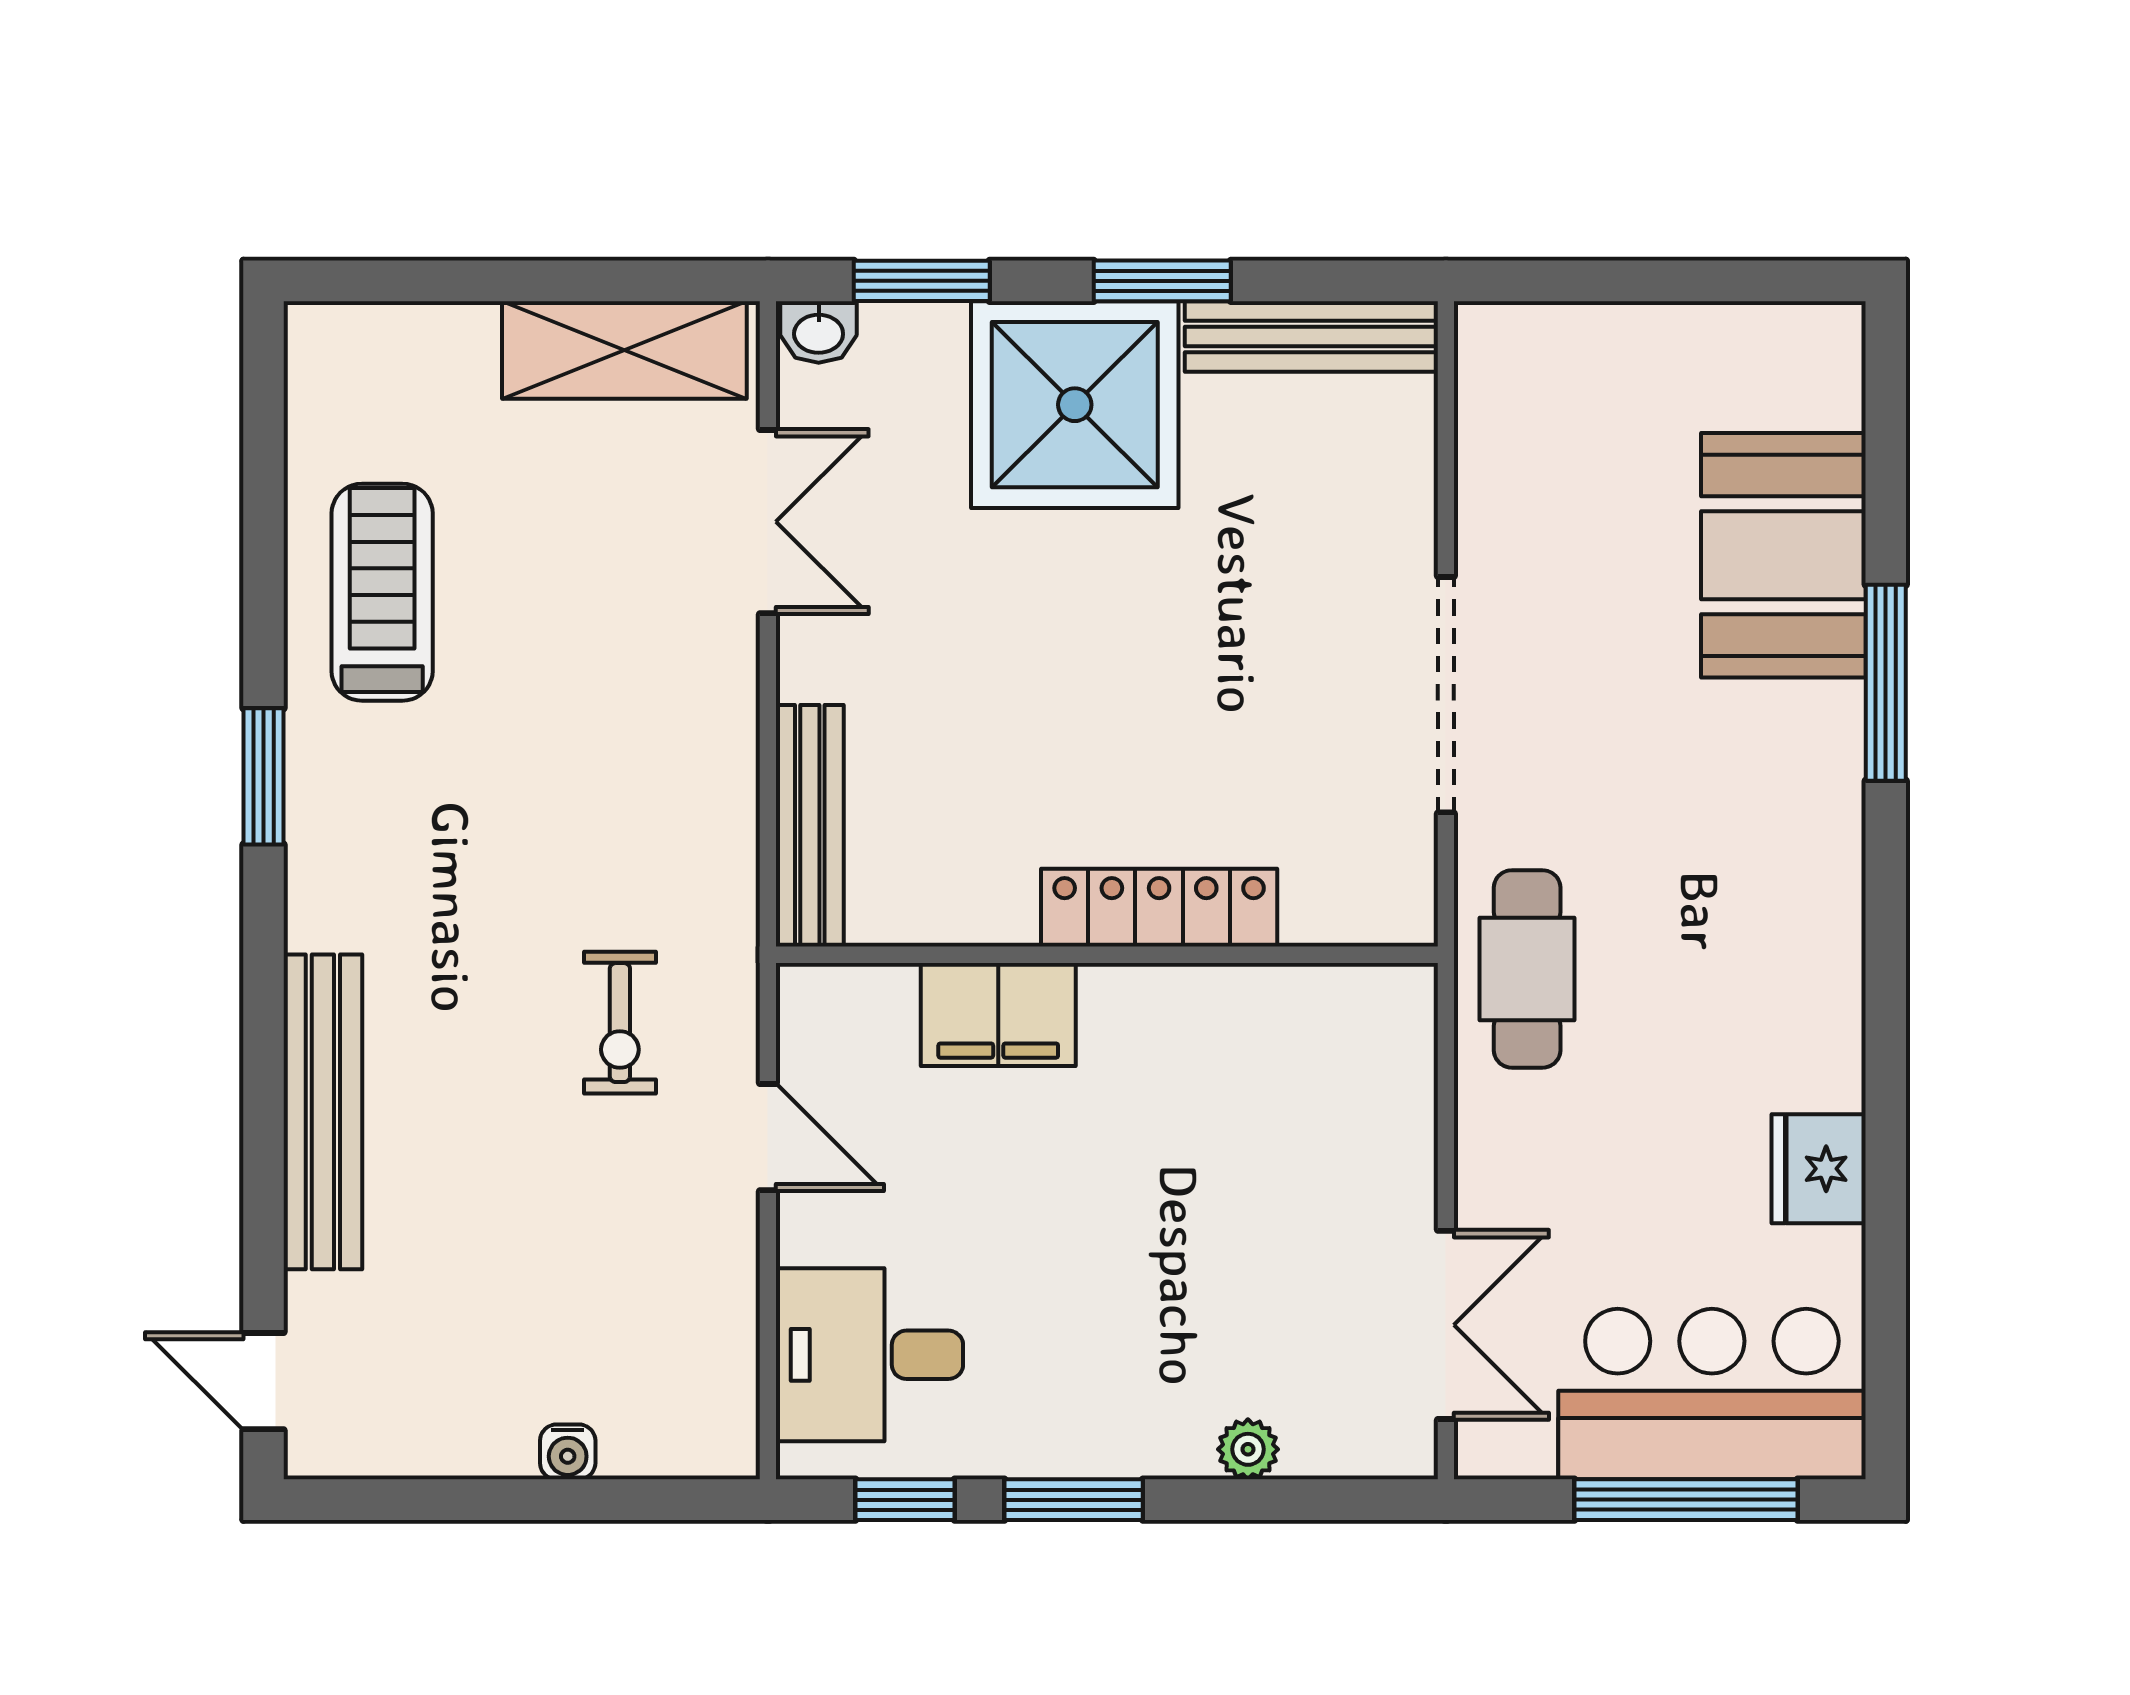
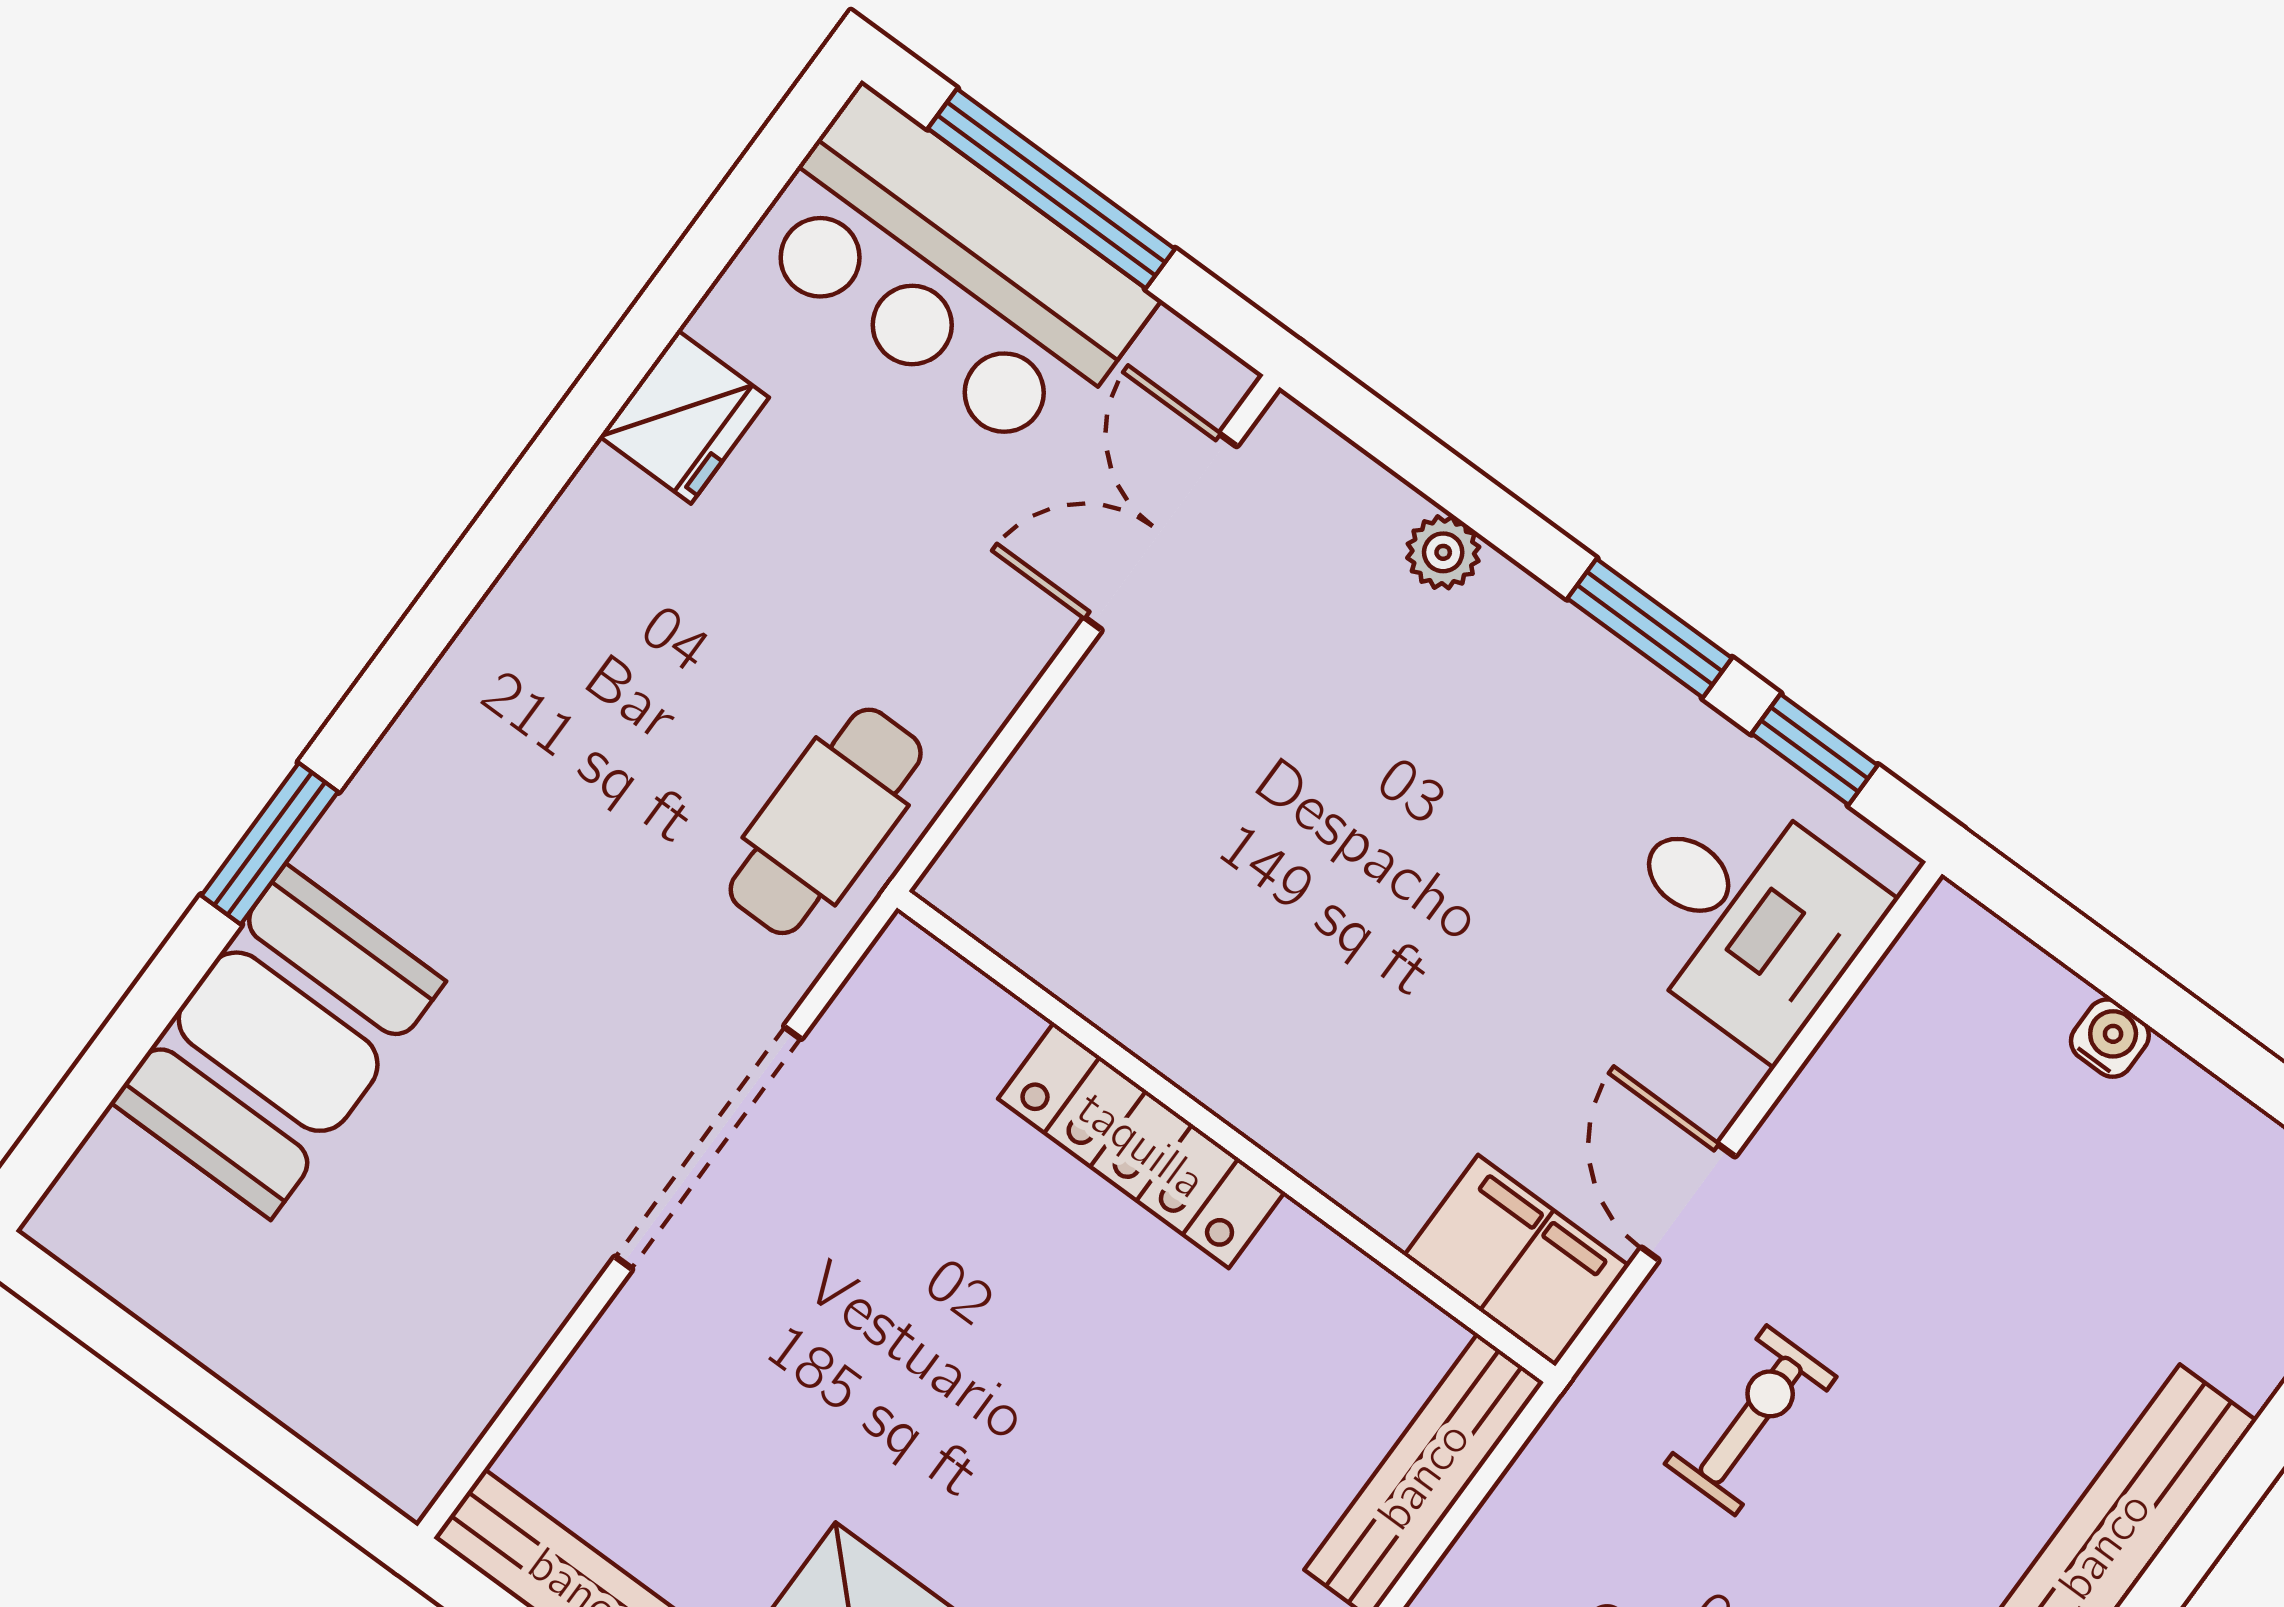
window: (1886, 683) -> (270, 844), width x0.69
filing cabinet: (998, 1014) -> (1517, 1261), moved

